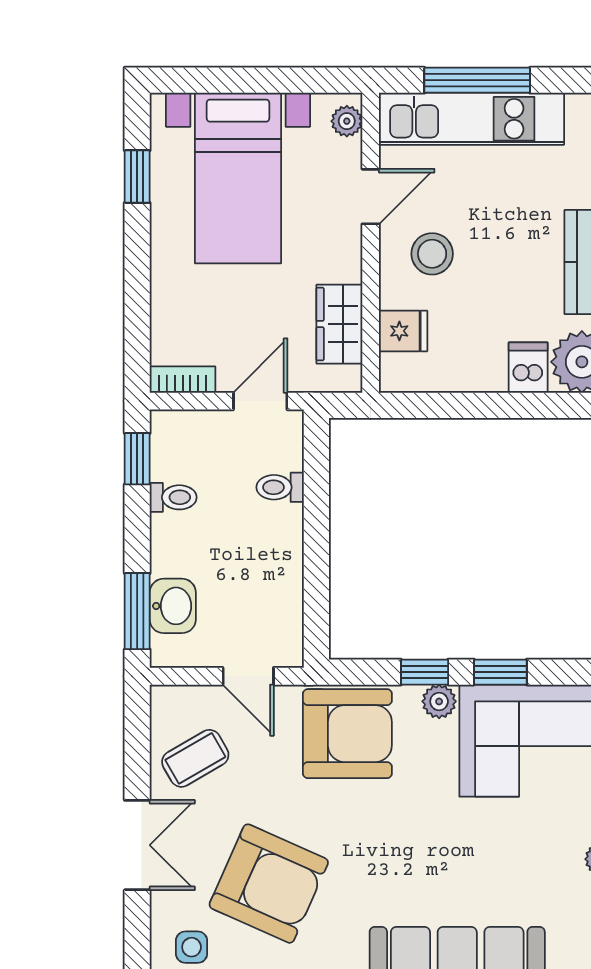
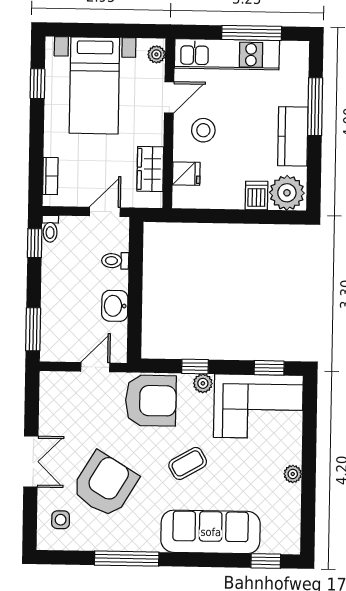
window: (477, 80) -> (252, 33), moved
bookcase: (183, 380) -> (50, 176), moved, turned 90
toilet: (173, 497) -> (50, 229), moved, turned 90
washbasin: (173, 606) -> (115, 306), moved, turned 180
window: (500, 672) -> (269, 368), moved
door: (248, 676) -> (95, 367), swing flipped
coffee table: (195, 758) -> (188, 463), moved
armchair: (269, 884) -> (105, 485), turned -83

